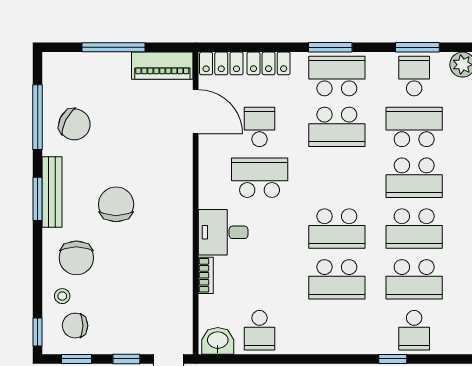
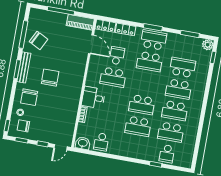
school desk: (414, 76) -> (186, 46), removed
school desk: (260, 178) -> (113, 77), turned 180

